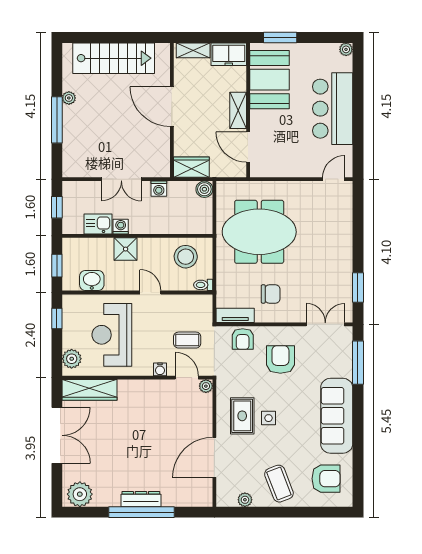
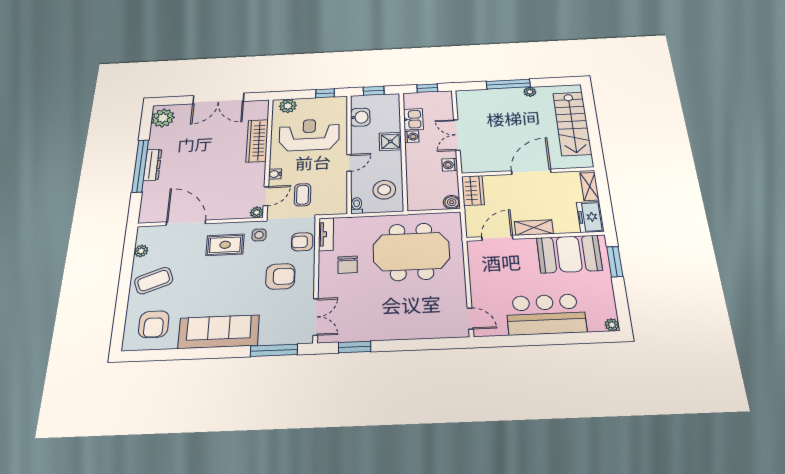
meeting table: (259, 232) -> (411, 252), turned 90
wardrobe: (89, 390) -> (257, 141), moved
side table: (268, 418) -> (259, 235), moved

